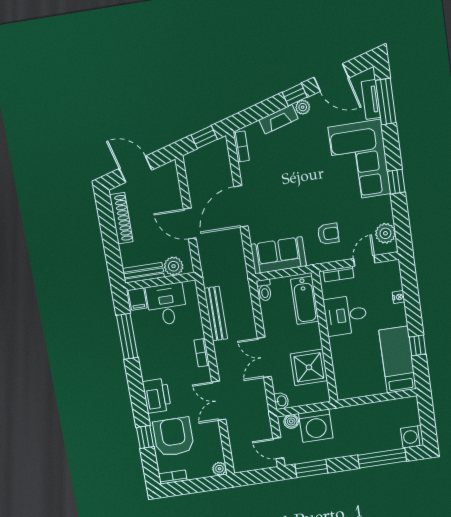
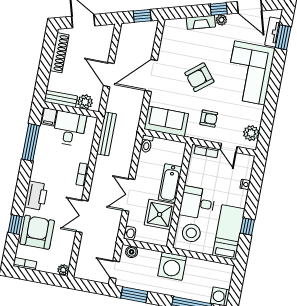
window: (386, 102) -> (283, 37), width x0.69
bookcase: (241, 147) -> (167, 32), removed
window: (396, 182) -> (272, 98), removed
armchair: (300, 188) -> (199, 77), added
door: (364, 261) -> (229, 148), swing flipped
bathtub: (305, 300) -> (170, 183), moved
bench: (216, 314) -> (107, 134), moved
desk: (346, 315) -> (197, 203), moved
stool: (354, 376) -> (191, 233), added
washing machine: (316, 426) -> (172, 266), moved

